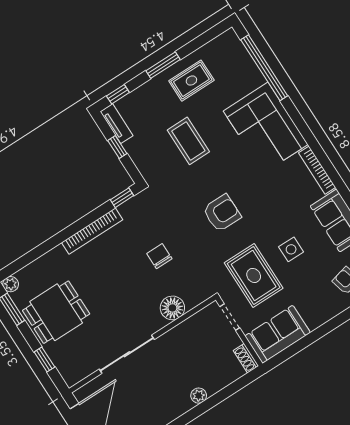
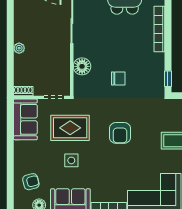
bookcase: (92, 231) -> (159, 29), moved

